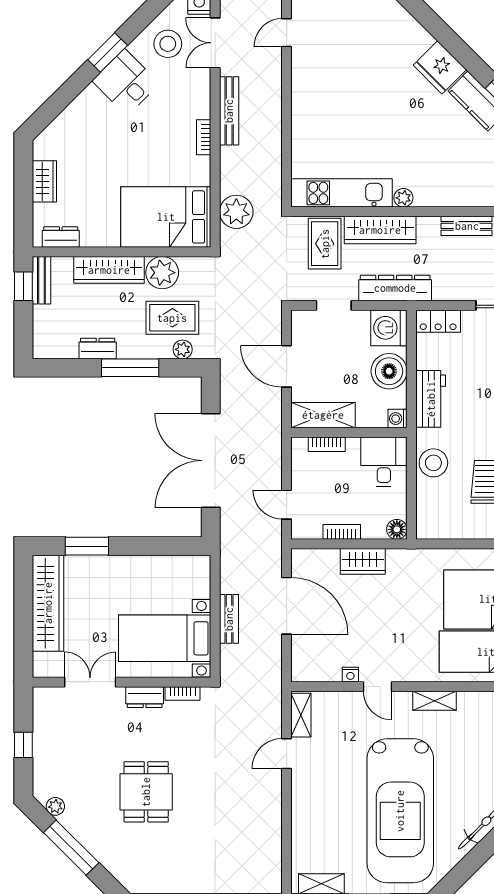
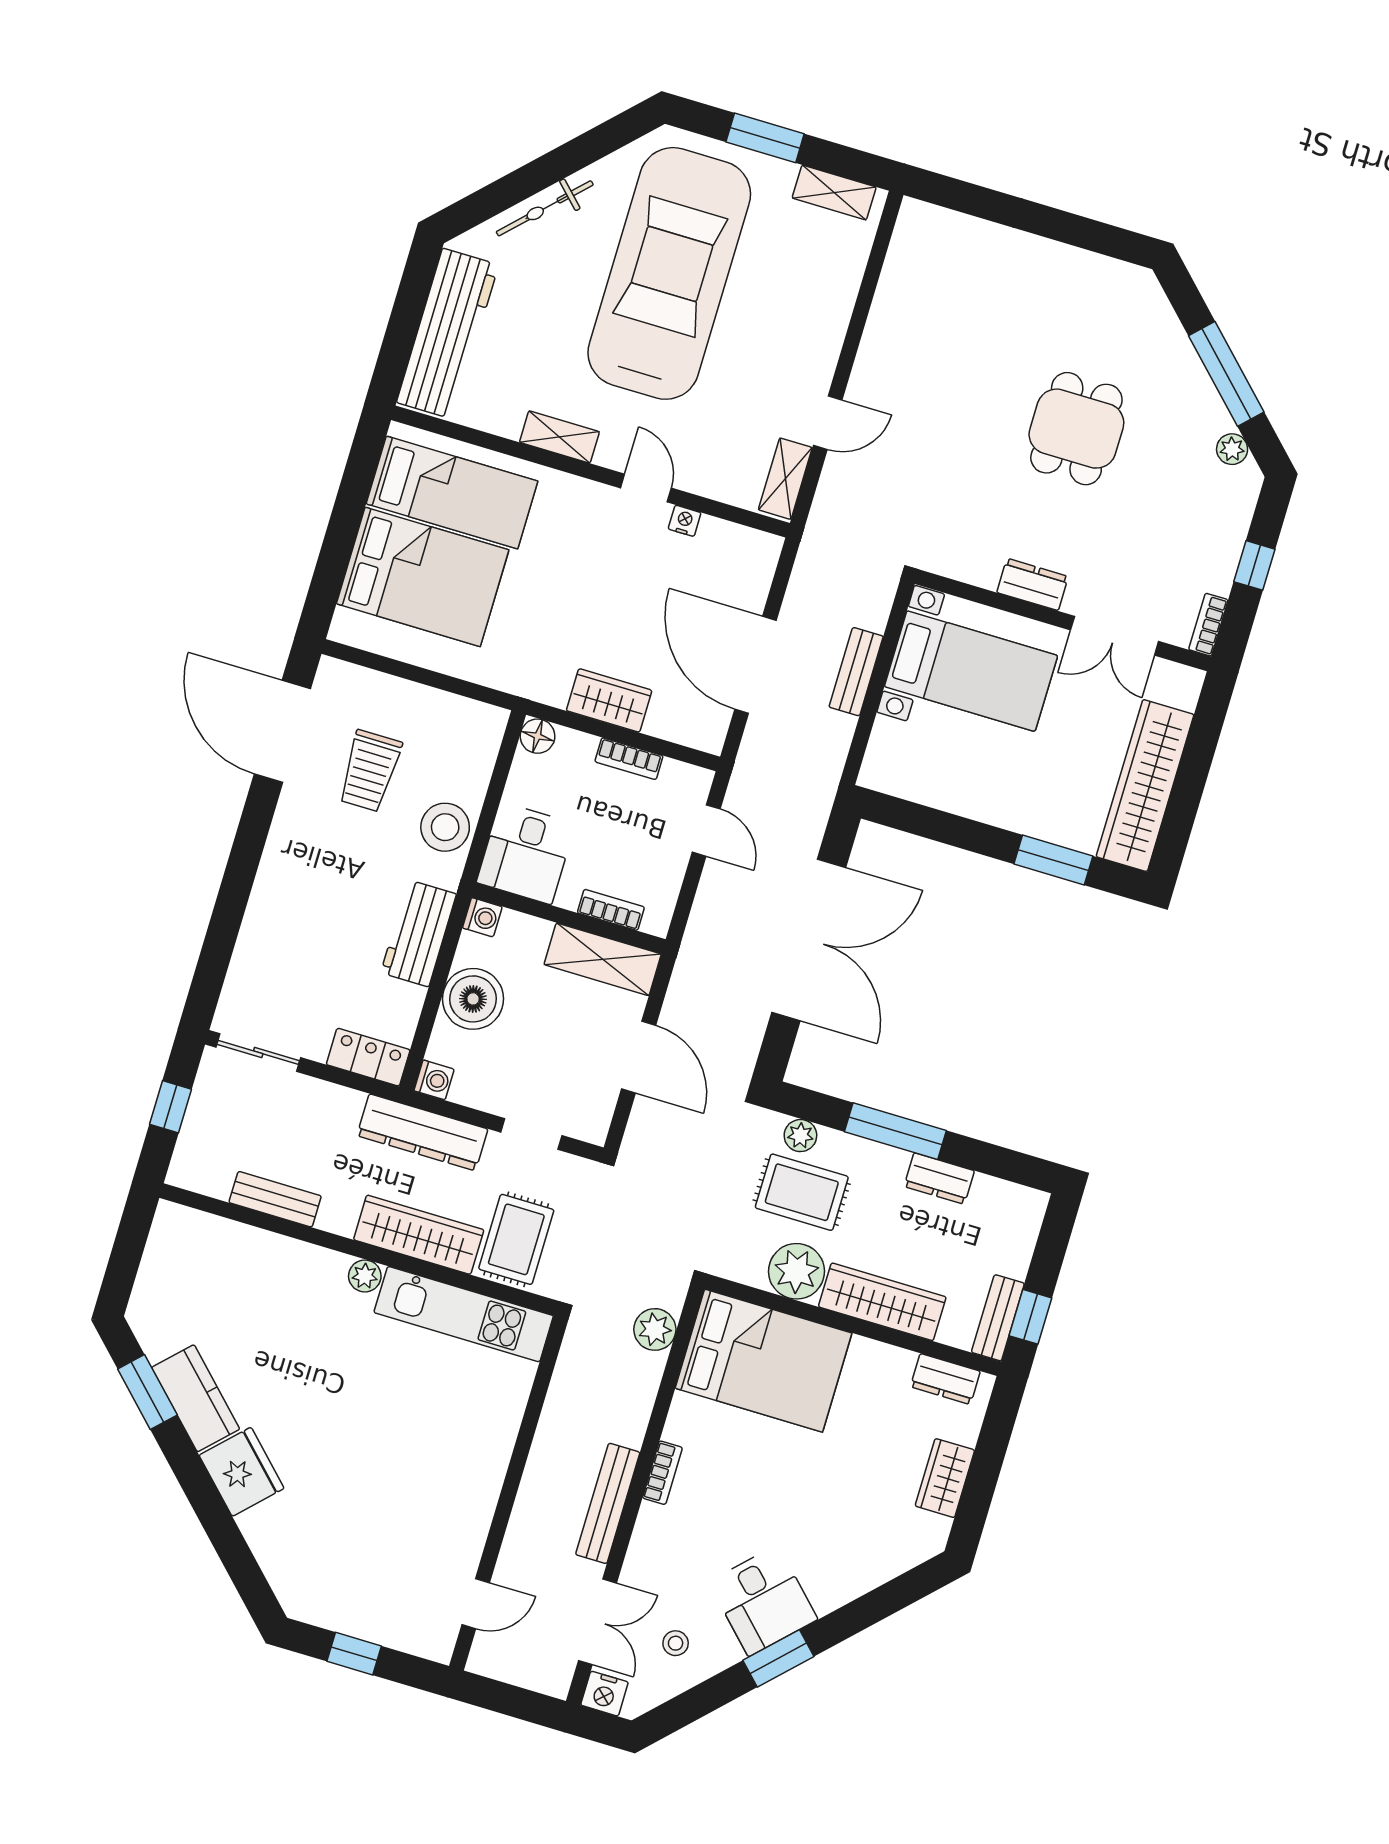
stool: (168, 44) -> (676, 1643), width x0.53, depth x0.53
plant: (236, 212) -> (655, 1329), width x0.73, depth x0.73
washing machine: (389, 328) -> (434, 1080), width x0.53, depth x0.53
bookcase: (183, 694) -> (1208, 625), moved, turned -90

